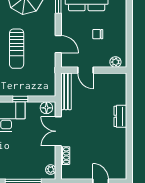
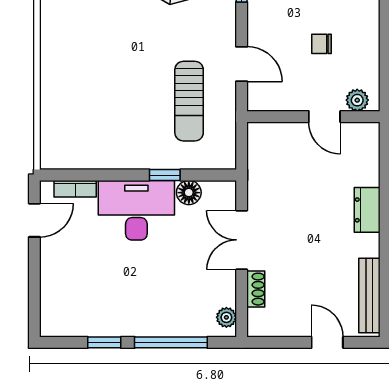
sun lounger: (17, 49) -> (189, 101), moved
door: (85, 70) -> (324, 117), moved
bench: (66, 91) -> (369, 296), moved
floor lamp: (46, 108) -> (189, 193), moved

